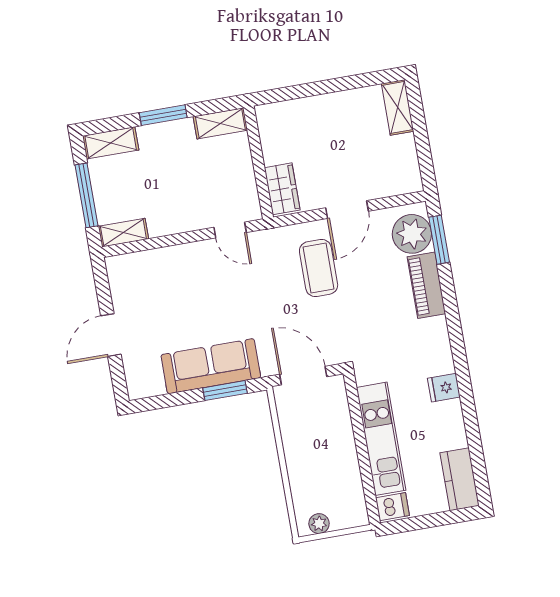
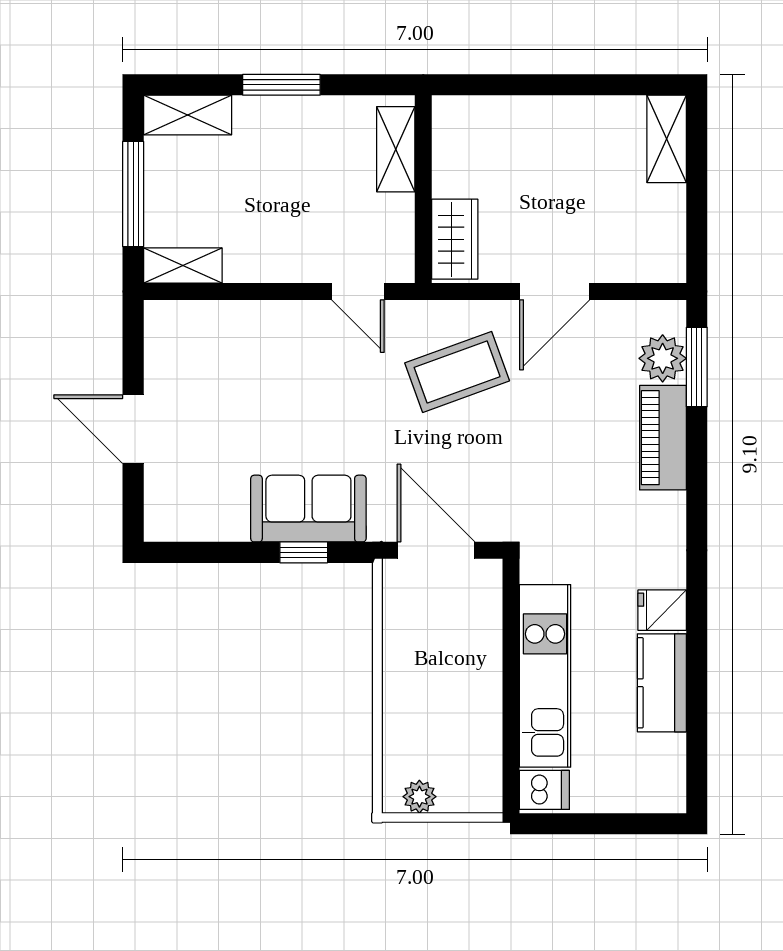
shelving: (220, 123) -> (396, 149), moved, turned 90
plant: (412, 234) -> (663, 358), width x0.73, depth x0.73
coffee table: (319, 268) -> (457, 372), moved, turned 70
door: (111, 335) -> (133, 429), hinge flipped
sofa: (211, 366) -> (308, 509), width x0.73
window: (225, 391) -> (304, 552), width x0.67
kitchen counter: (460, 479) -> (662, 683), moved

